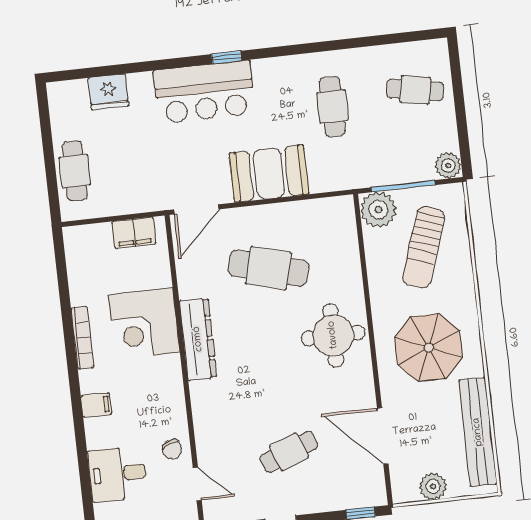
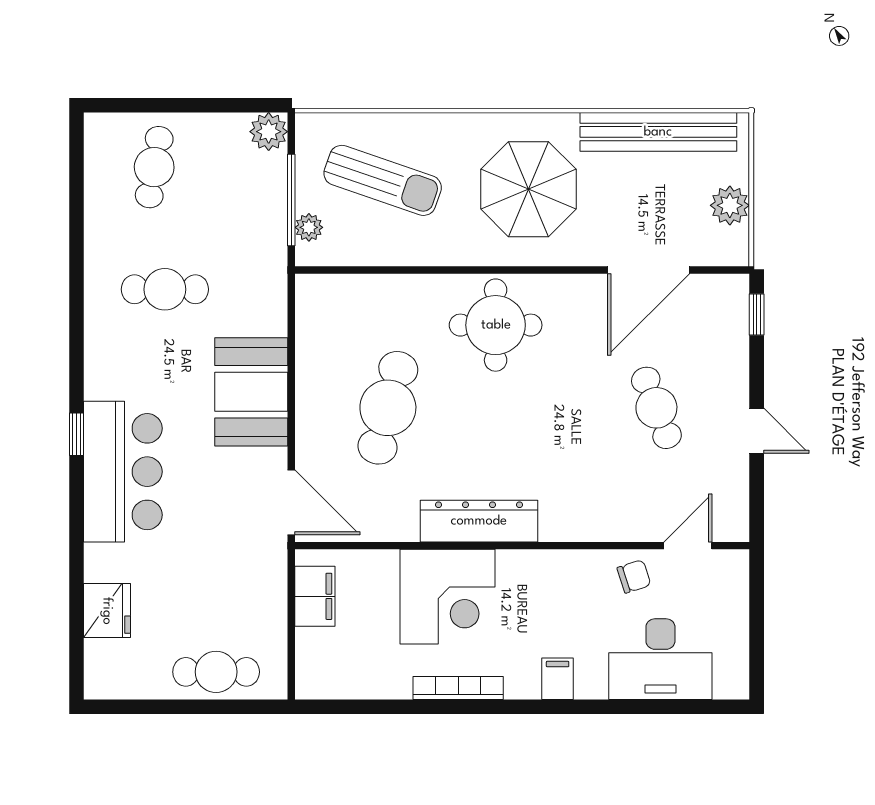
plant: (378, 210) -> (309, 227), width x0.53, depth x0.53
desk: (118, 474) -> (660, 659), width x1.37

